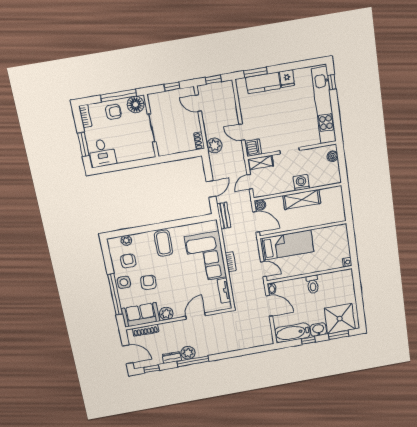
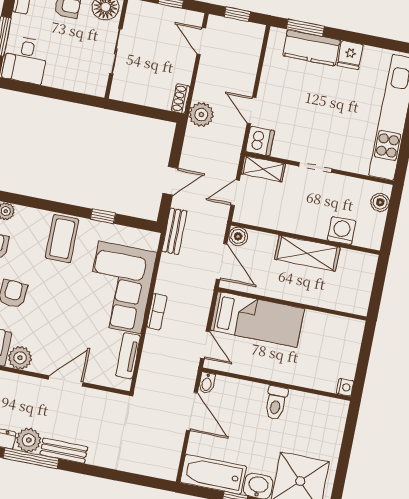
washing machine: (301, 183) -> (342, 231), moved
window: (181, 223) -> (103, 216), added
bench: (209, 351) -> (64, 451), added

